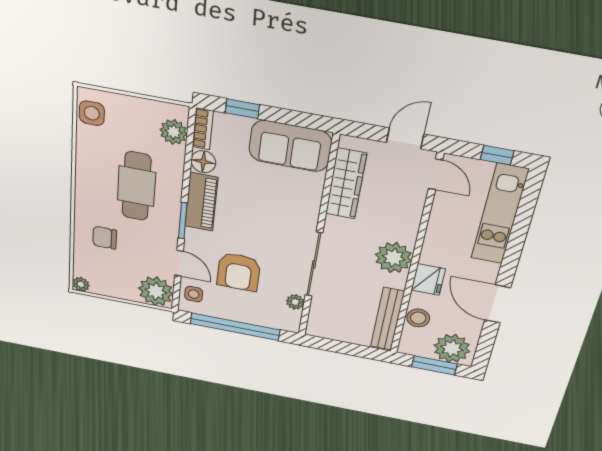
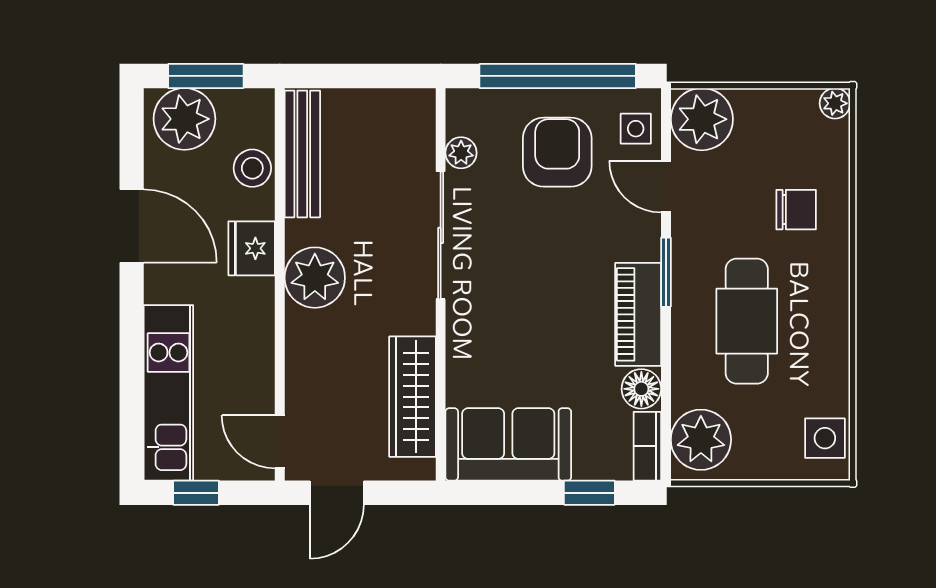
plant: (174, 132) -> (701, 440), width x1.36, depth x1.36
armchair: (239, 272) -> (557, 152), moved

